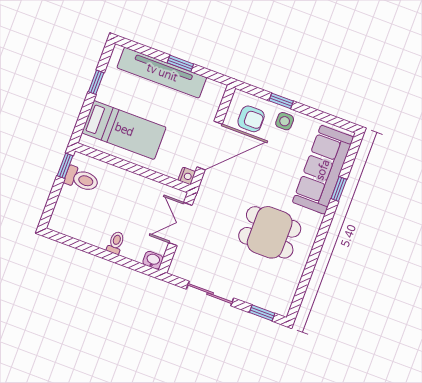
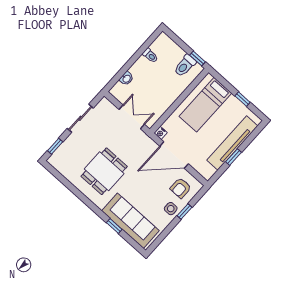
door: (210, 146) -> (174, 155), hinge flipped
toilet: (116, 243) -> (150, 56), moved
washbasin: (153, 260) -> (126, 79), moved

